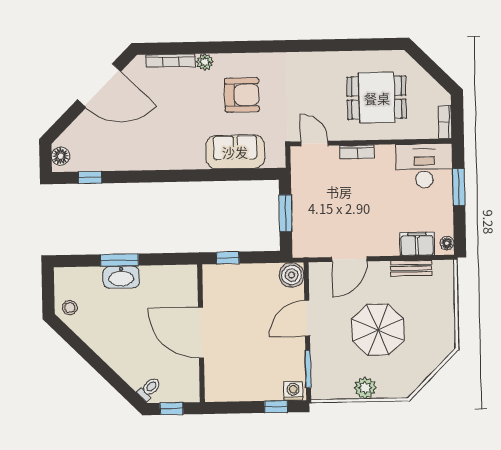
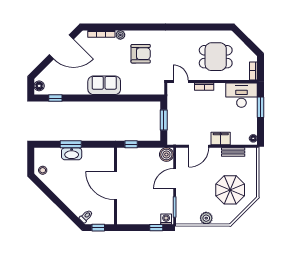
sofa: (235, 152) -> (104, 85), moved
filing cabinet: (417, 244) -> (221, 139), moved
parasol: (378, 330) -> (230, 190), moved

